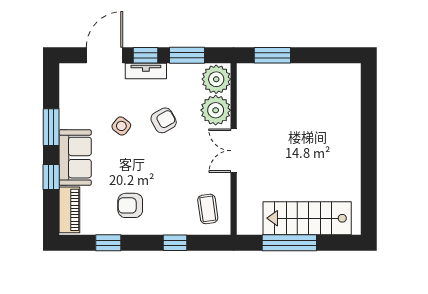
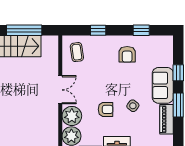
armchair: (164, 120) -> (106, 109), turned -151
armchair: (130, 205) -> (127, 54), turned 90
piano: (69, 210) -> (167, 119), moved

